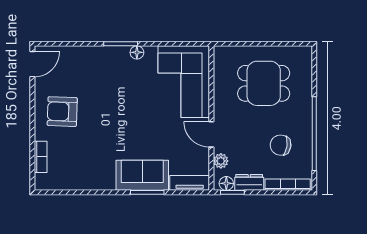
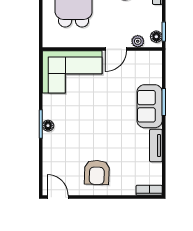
floor lamp: (137, 52) -> (48, 126), moved
bookcase: (41, 157) -> (149, 190), moved
dresser: (249, 182) -> (155, 18), removed
tv unit: (190, 183) -> (156, 146), moved

